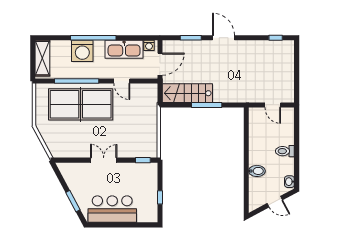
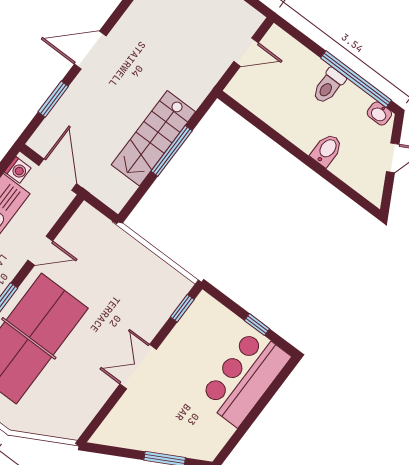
stairs: (187, 93) -> (153, 138), moved
window: (297, 161) -> (356, 79), added
bar counter: (112, 209) -> (245, 377), moved

